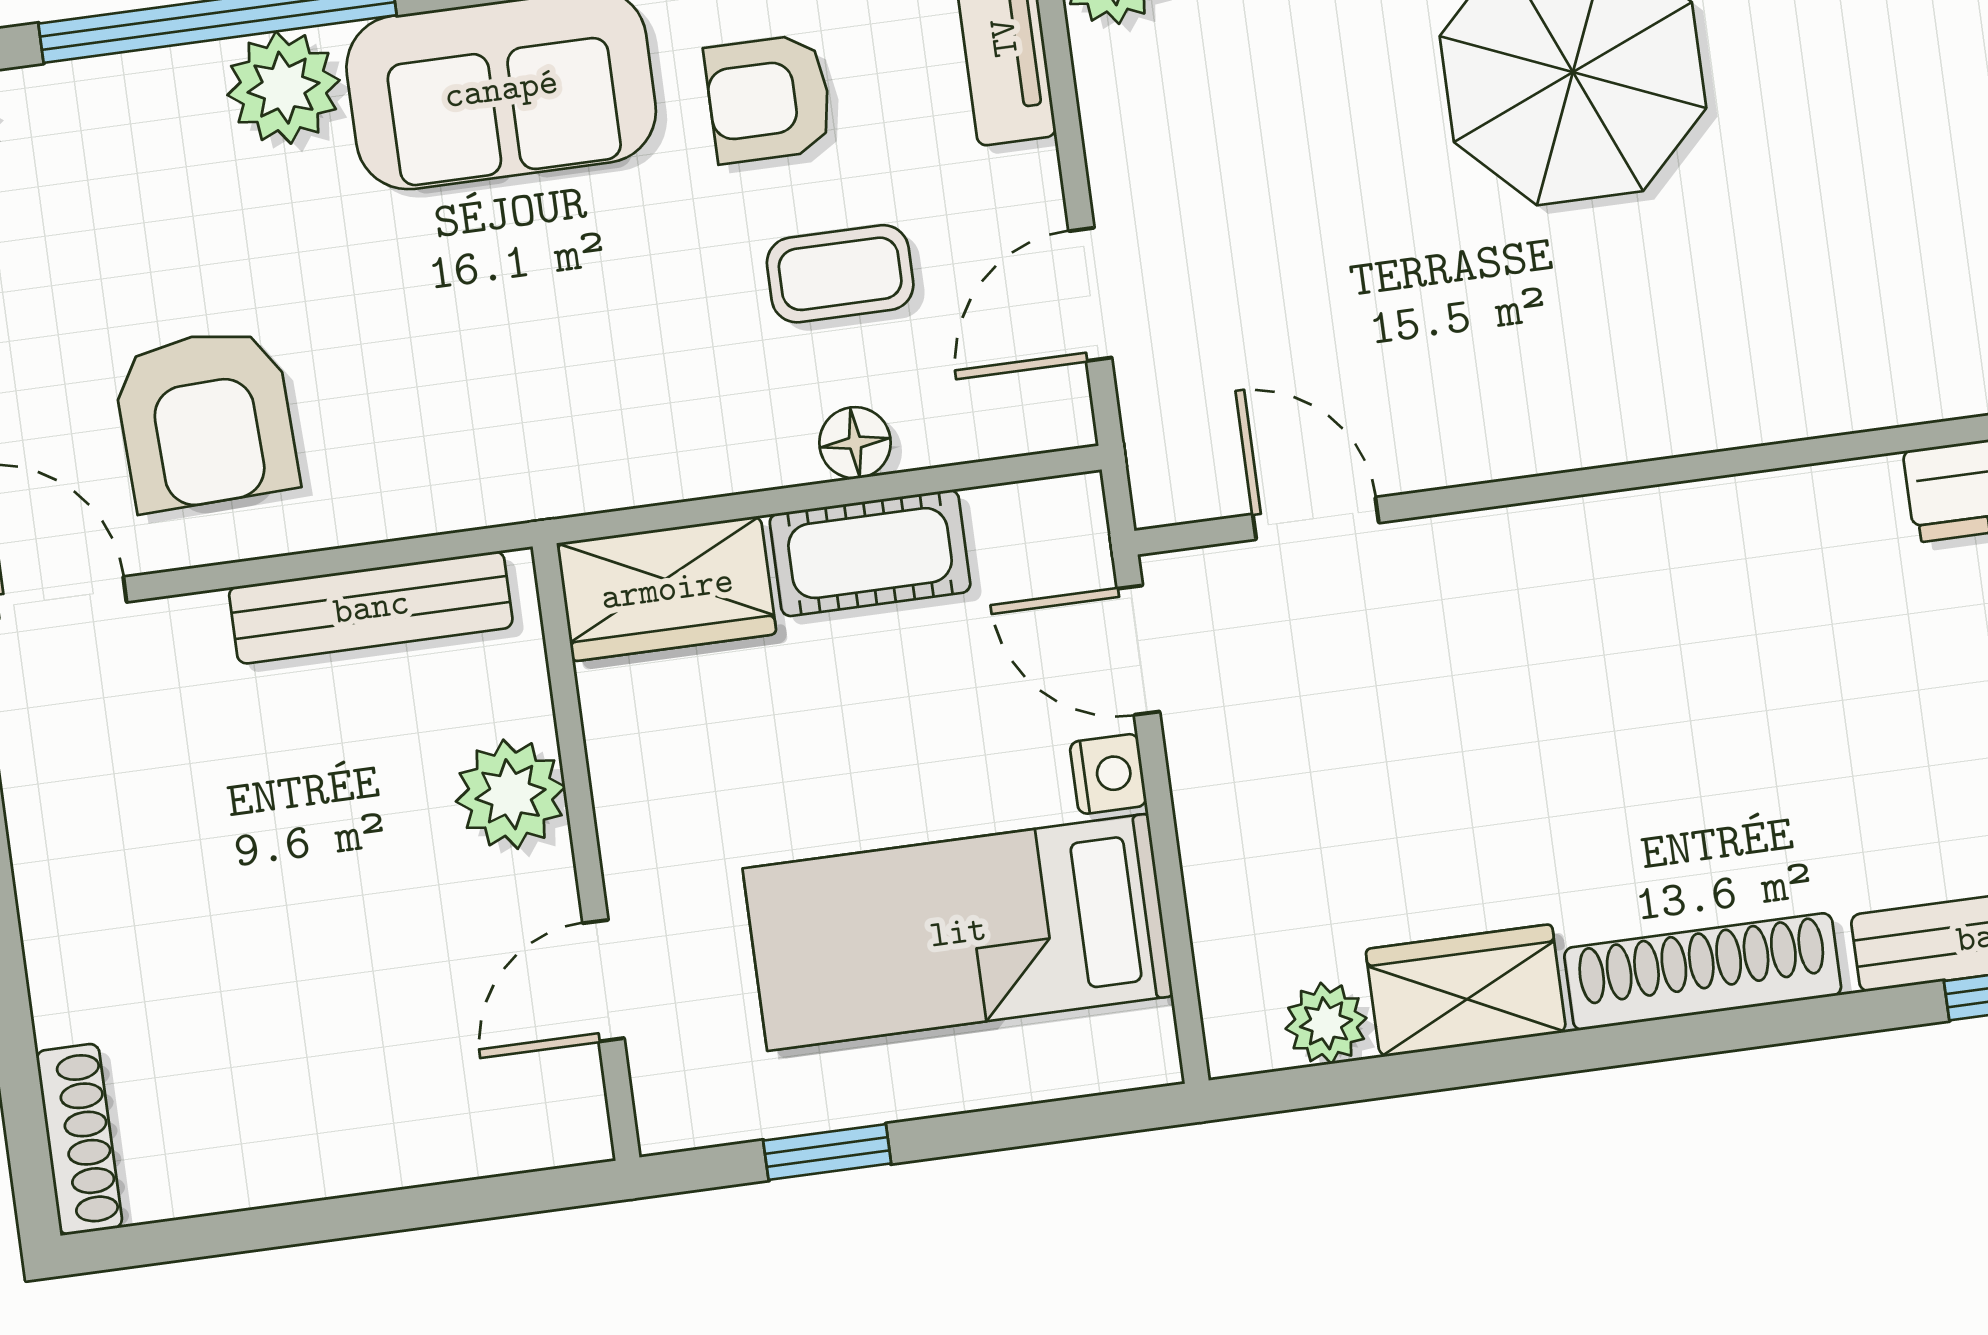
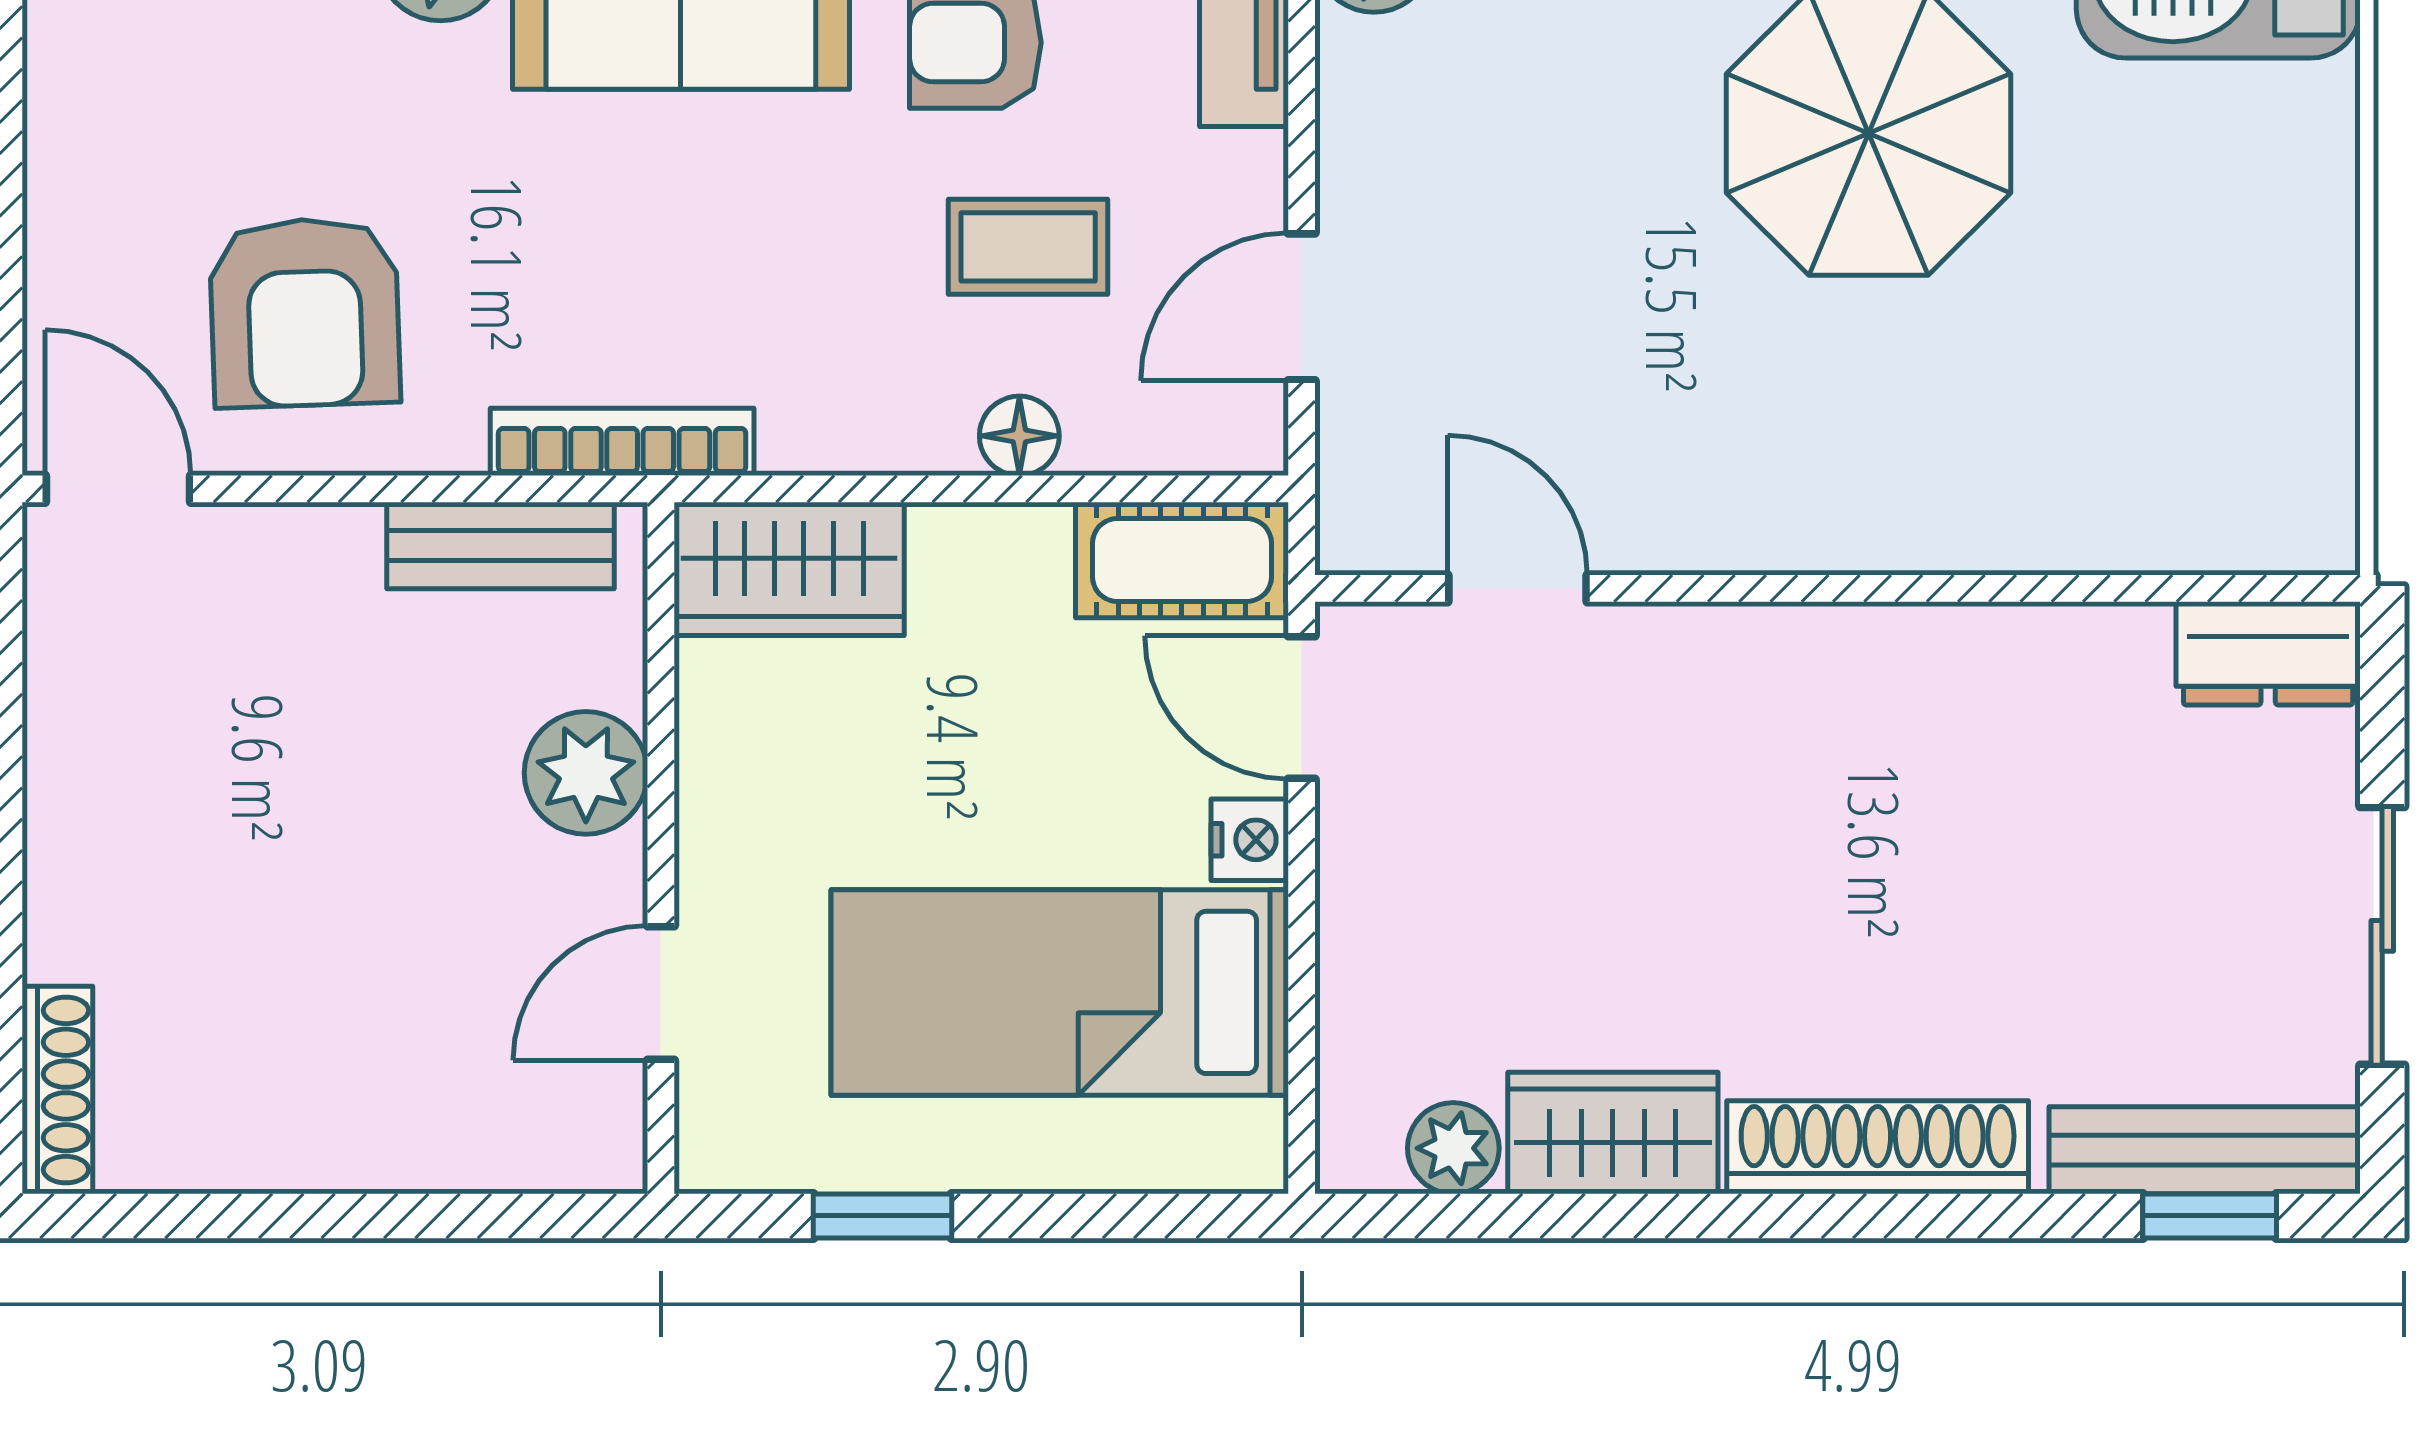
bookcase: (503, 496) -> (622, 442), added
cot: (870, 553) -> (1182, 560), moved
bench: (371, 607) -> (501, 546), width x0.73

